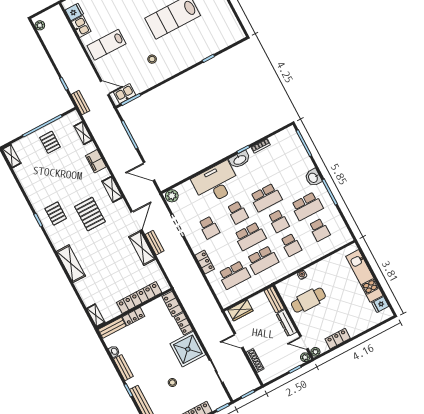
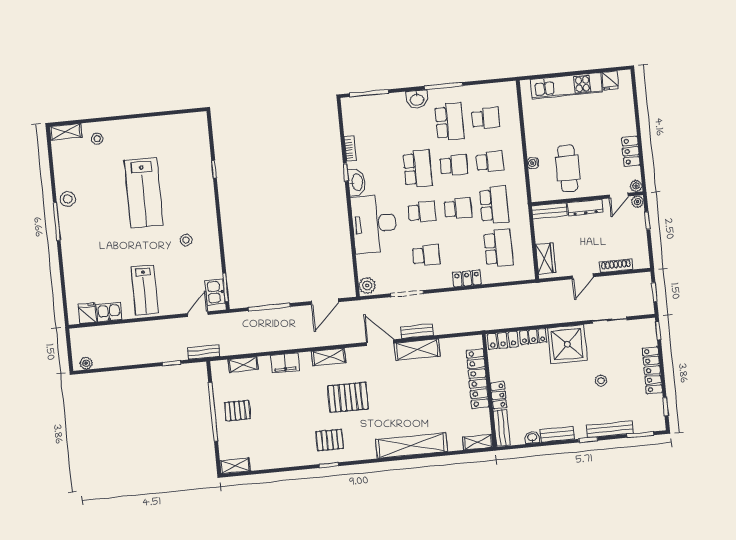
school desk: (250, 236) -> (458, 208), width x0.54
shelving: (71, 264) -> (412, 446), width x1.47

